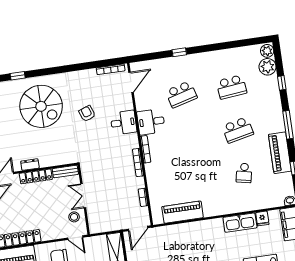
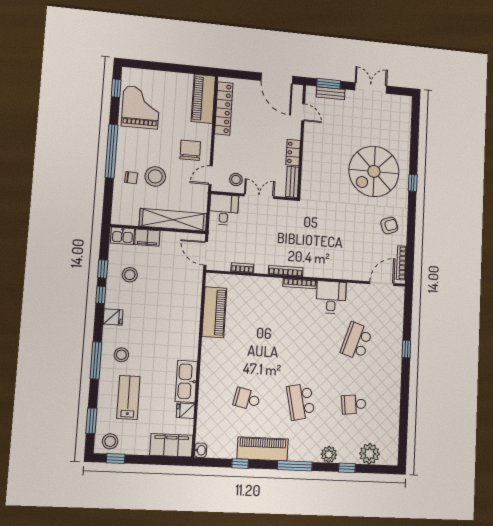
plant: (267, 51) -> (329, 454), moved
window: (18, 76) -> (413, 183), moved
door: (131, 82) -> (382, 284), swing flipped
school desk: (232, 87) -> (354, 404), width x0.54
school desk: (181, 94) -> (357, 341), turned 33
armchair: (87, 113) -> (389, 226), moved
desk: (123, 123) -> (224, 210), moved, turned 180
dresser: (30, 165) -> (309, 142), removed
locker: (36, 176) -> (293, 153), width x0.66

